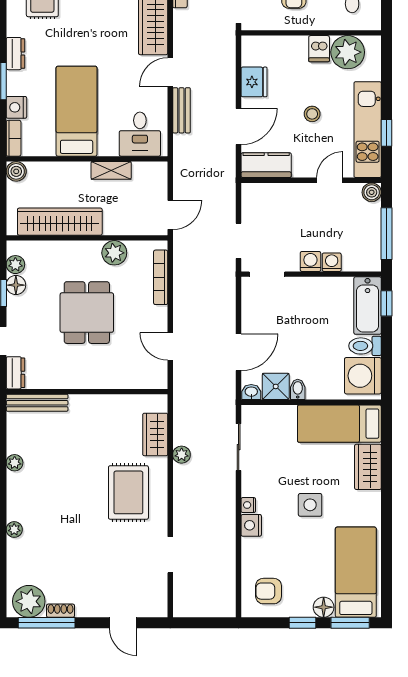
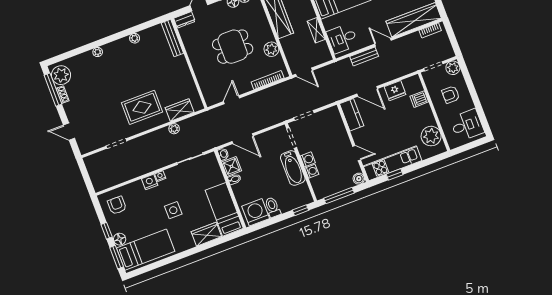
dishwasher: (319, 49) -> (419, 99), moved
stool: (312, 114) -> (390, 129), removed
bathtub: (368, 306) -> (293, 168), moved, turned -90
door: (123, 623) -> (69, 132), hinge flipped

